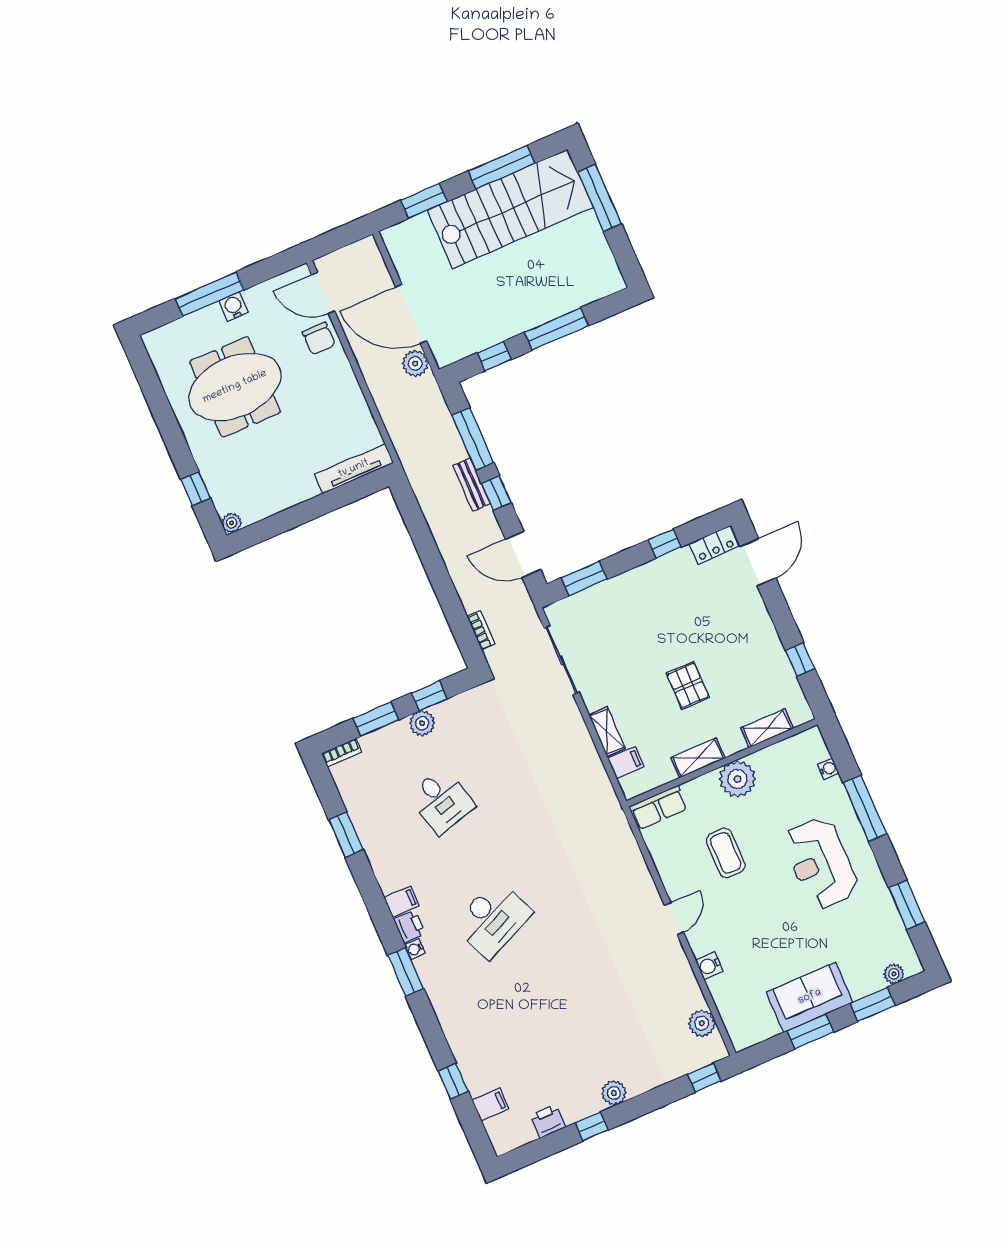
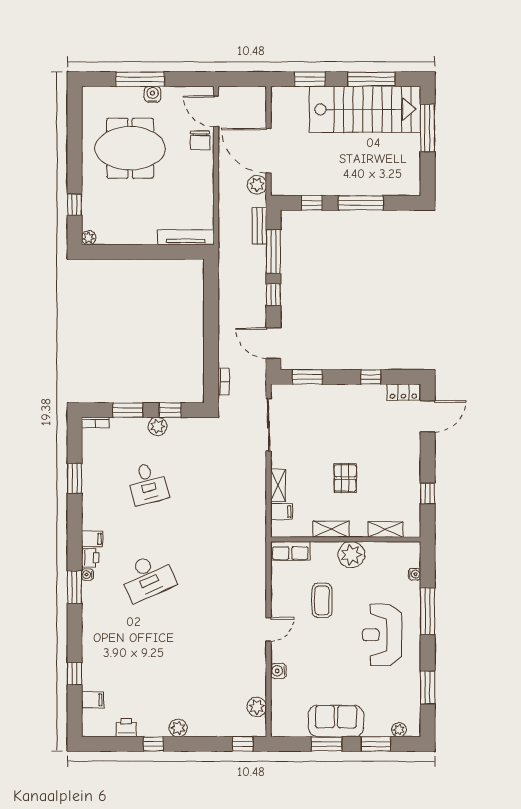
bench: (472, 485) -> (259, 226), moved

